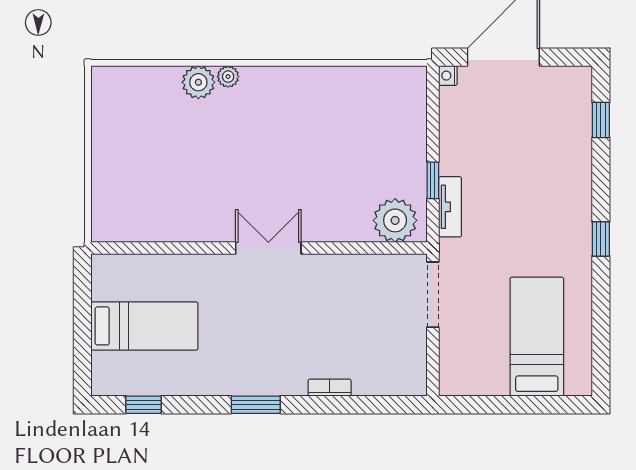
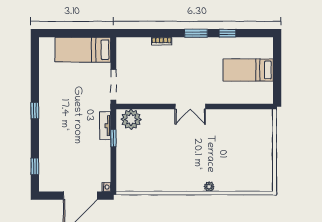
plant: (198, 82) -> (223, 184), removed
bed: (537, 337) -> (83, 50), moved, turned 90
window: (144, 405) -> (228, 33), moved

